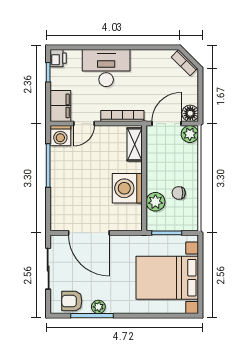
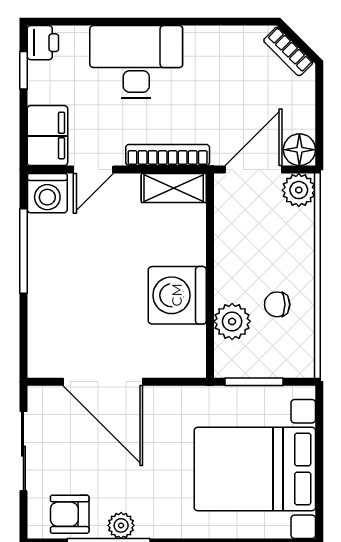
shelving: (135, 144) -> (174, 188), moved, turned 90

